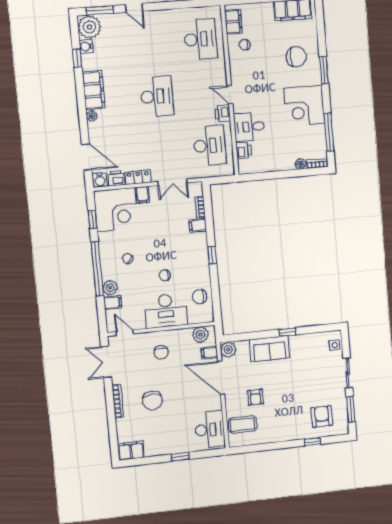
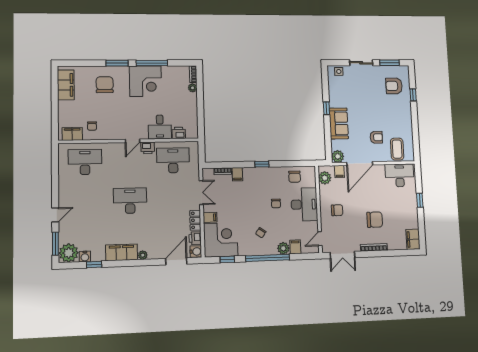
window: (329, 132) -> (152, 63), moved

